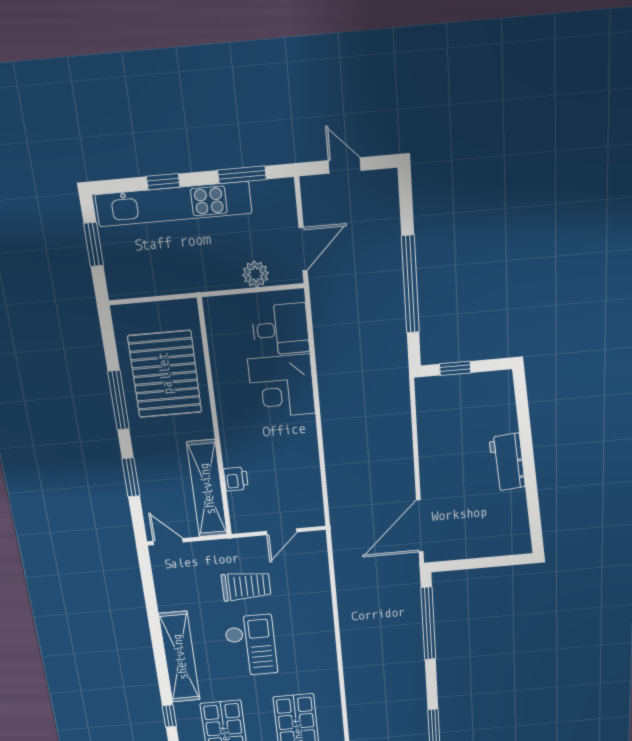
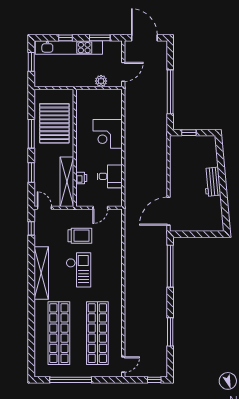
door: (345, 166) -> (144, 38), width x1.87
desk: (280, 329) -> (110, 176), moved
window: (169, 716) -> (31, 228), moved

